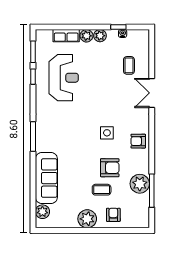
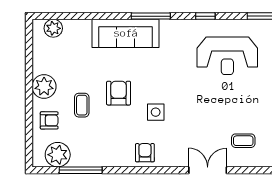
window: (33, 77) -> (205, 16), moved
armchair: (110, 168) -> (119, 93), moved, turned 180
sofa: (46, 178) -> (126, 33), moved
plant: (140, 184) -> (58, 155), moved

